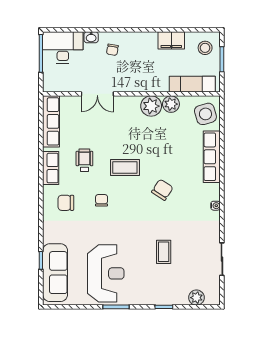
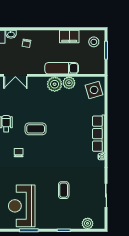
exam couch: (192, 84) -> (62, 68), moved
row of seats: (212, 157) -> (99, 134), moved
chair: (162, 190) -> (63, 145), removed
reception desk: (106, 273) -> (22, 206), turned 180

